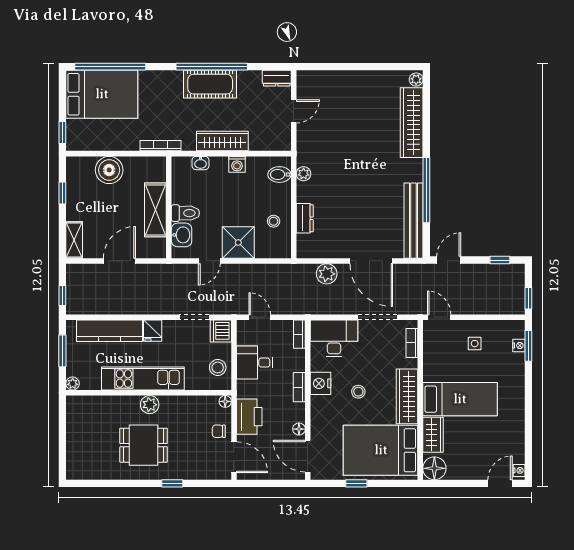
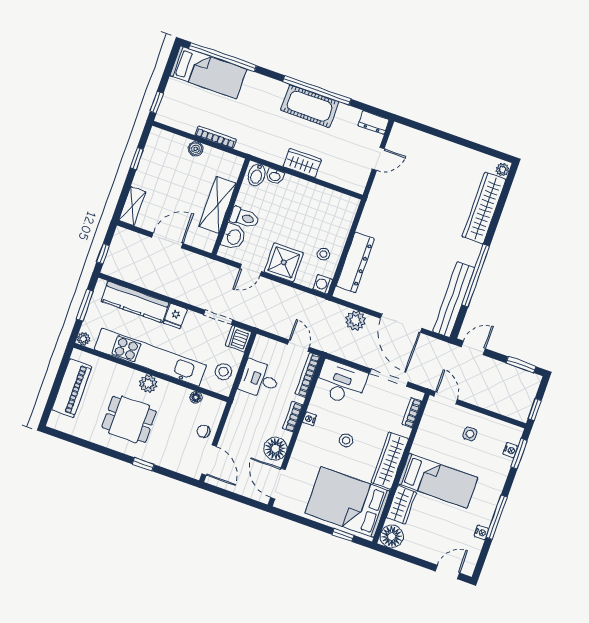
bed: (102, 94) -> (208, 72), width x0.67
wardrobe: (222, 141) -> (302, 163), width x0.67
bookcase: (161, 146) -> (216, 137), moved
washing machine: (237, 164) -> (323, 284), moved, turned 90
boiler: (109, 170) -> (196, 149), width x0.54, depth x0.54
plant: (304, 174) -> (367, 220), removed
bidet: (279, 175) -> (257, 175), moved, turned -90
dresser: (305, 218) -> (355, 262), width x1.96, depth x1.24
window: (500, 260) -> (521, 365), width x1.50
door: (260, 317) -> (298, 346), moved
bookcase: (299, 334) -> (308, 375), width x1.56
kitchen unit: (143, 378) -> (150, 357), width x1.36
nightstand: (321, 383) -> (310, 419), width x0.53, depth x0.56
floor lamp: (225, 401) -> (196, 397), moved
window: (528, 414) -> (497, 517), added
printer: (249, 417) -> (237, 428), removed
floor lamp: (299, 429) -> (275, 449), width x1.89, depth x1.89
piano: (78, 435) -> (72, 388), added
nightstand: (519, 470) -> (481, 533), moved
window: (356, 483) -> (343, 535), moved

